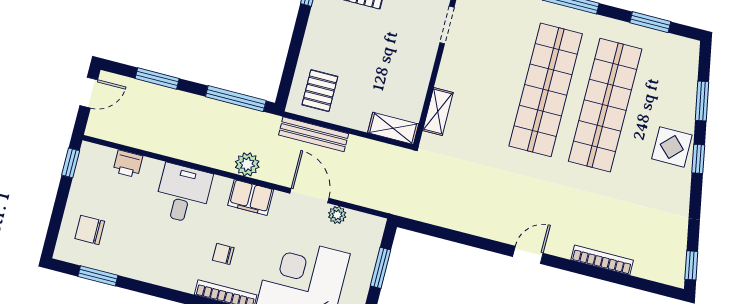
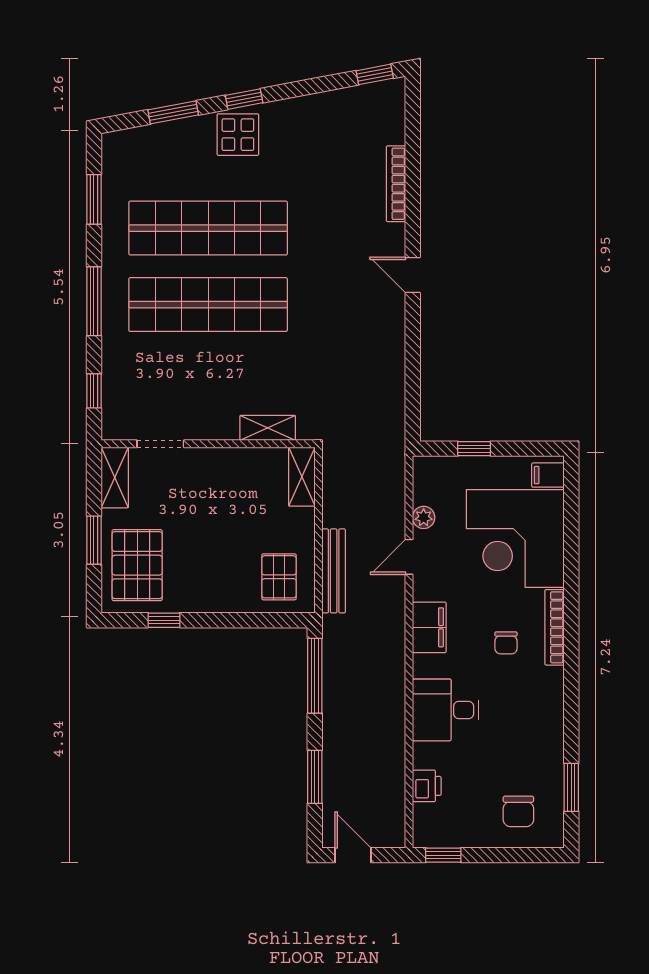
pallet: (320, 91) -> (279, 577), turned 90
plant: (247, 164) -> (390, 642), removed
door: (309, 196) -> (409, 557), width x0.73
window: (381, 268) -> (474, 449), width x0.67

